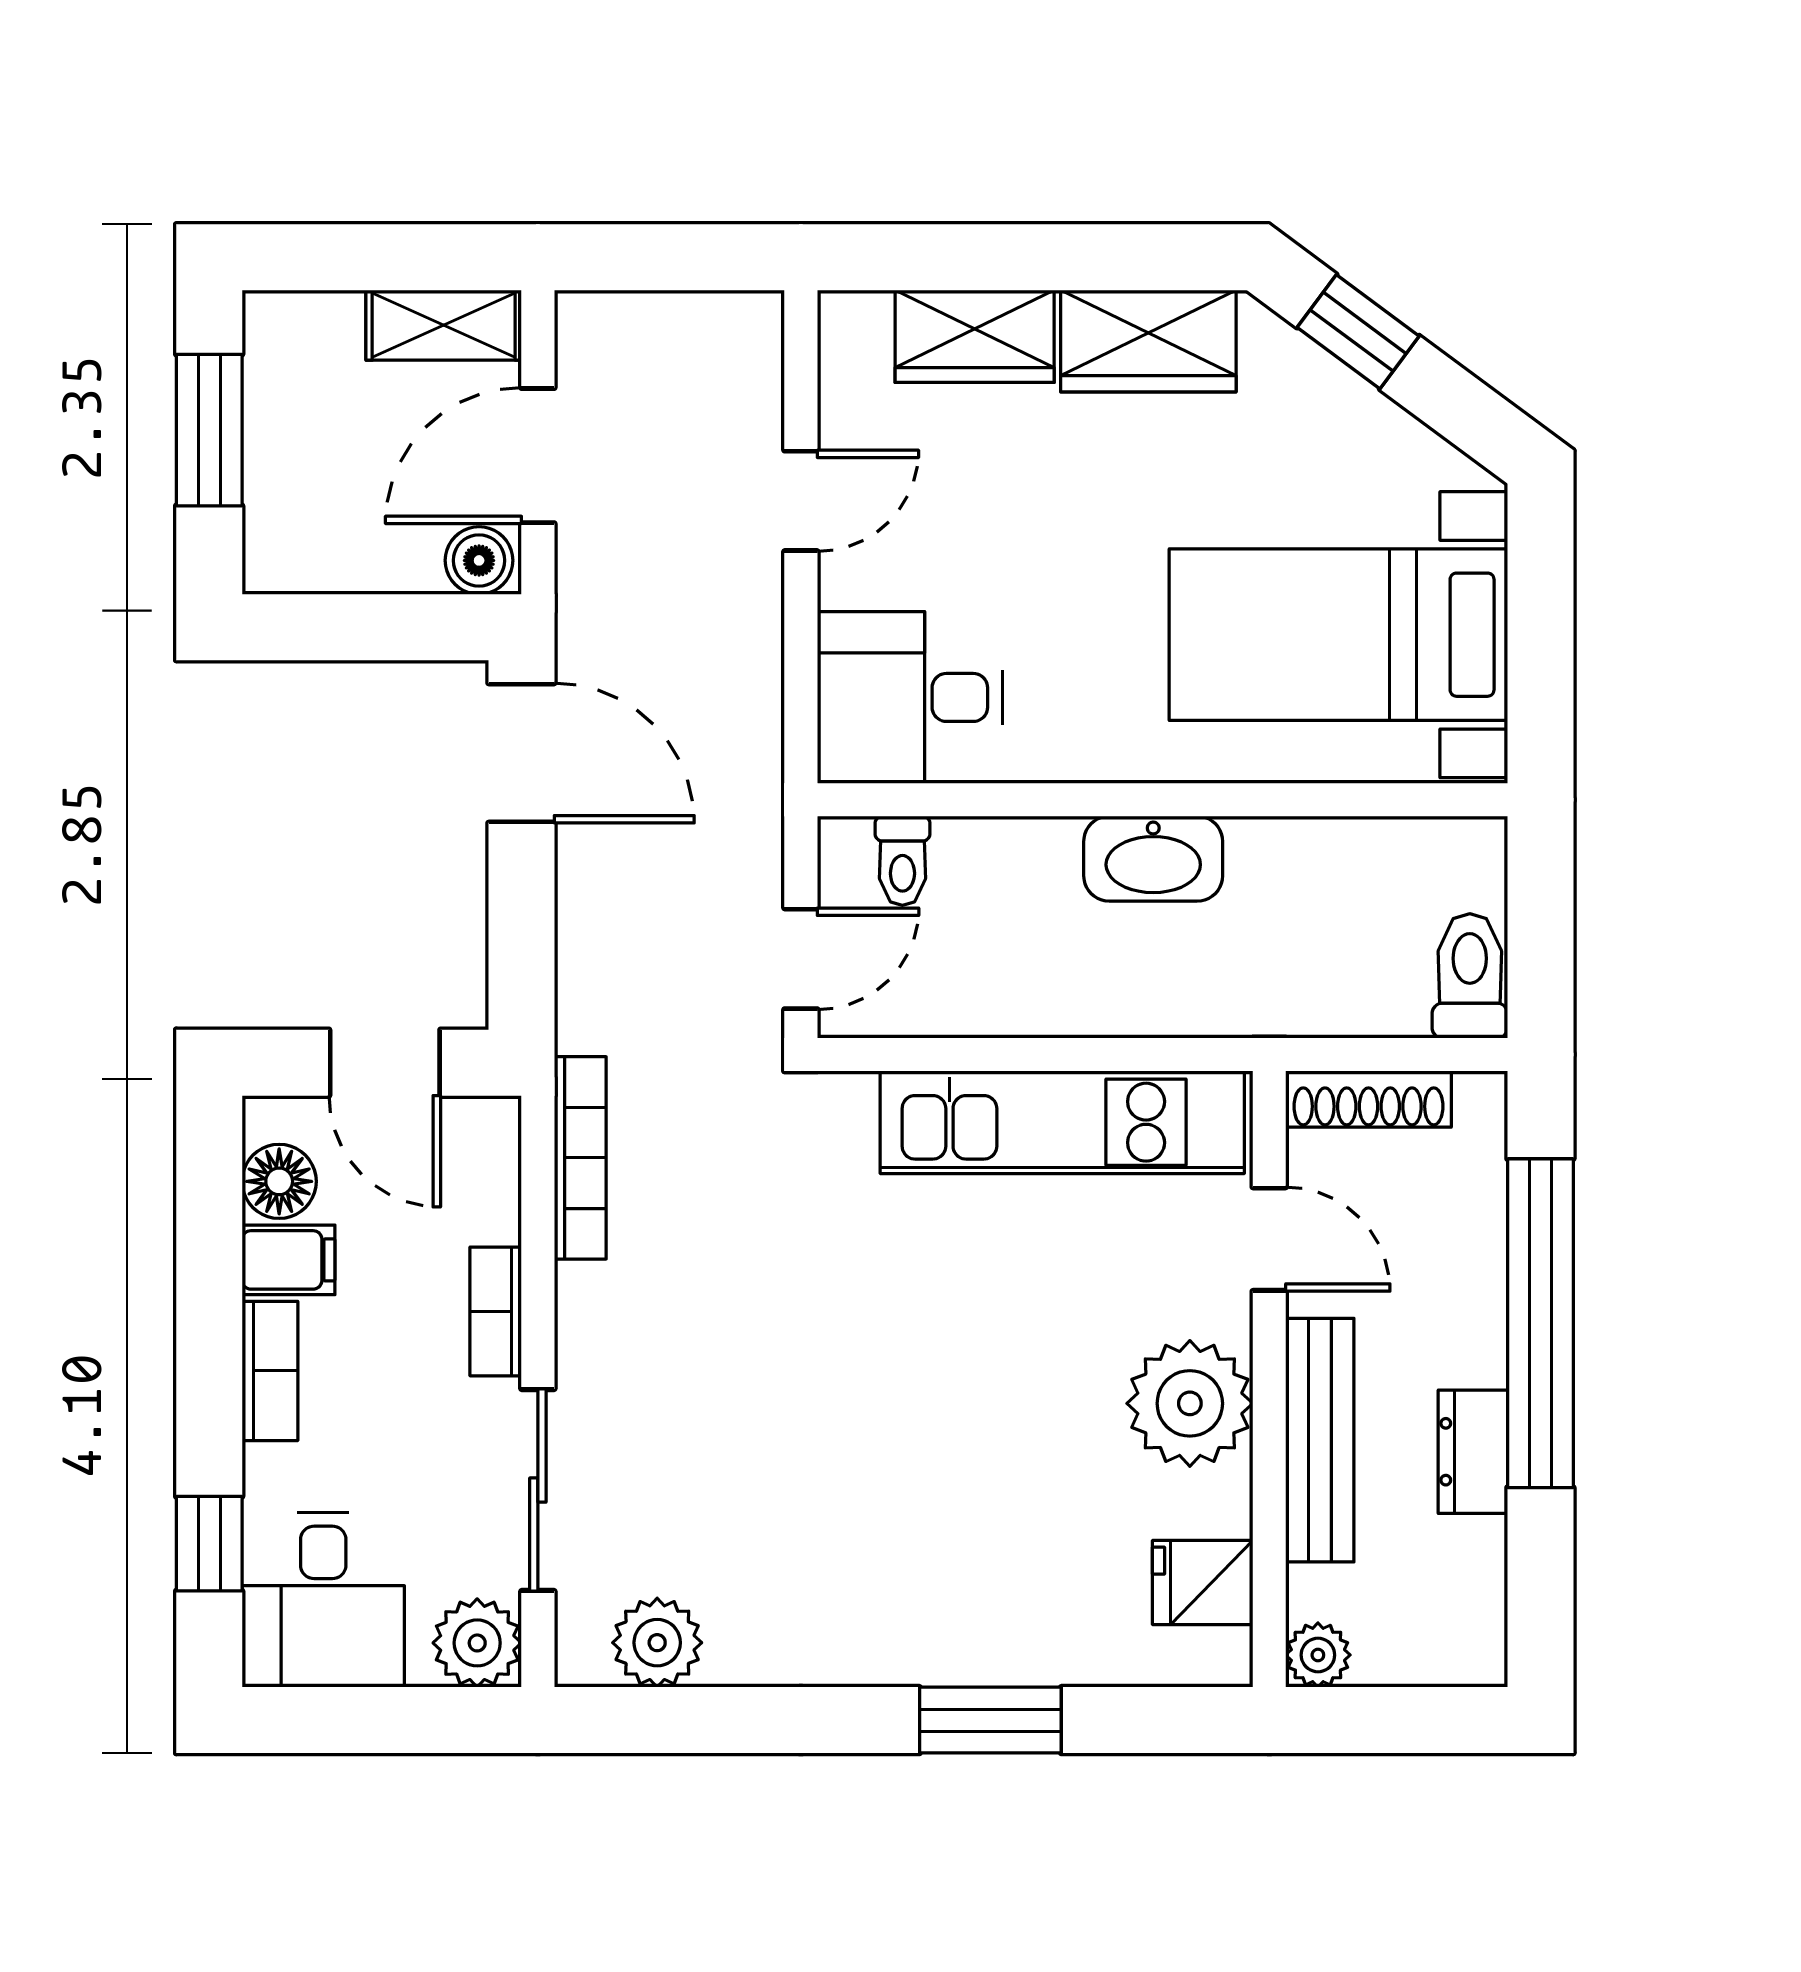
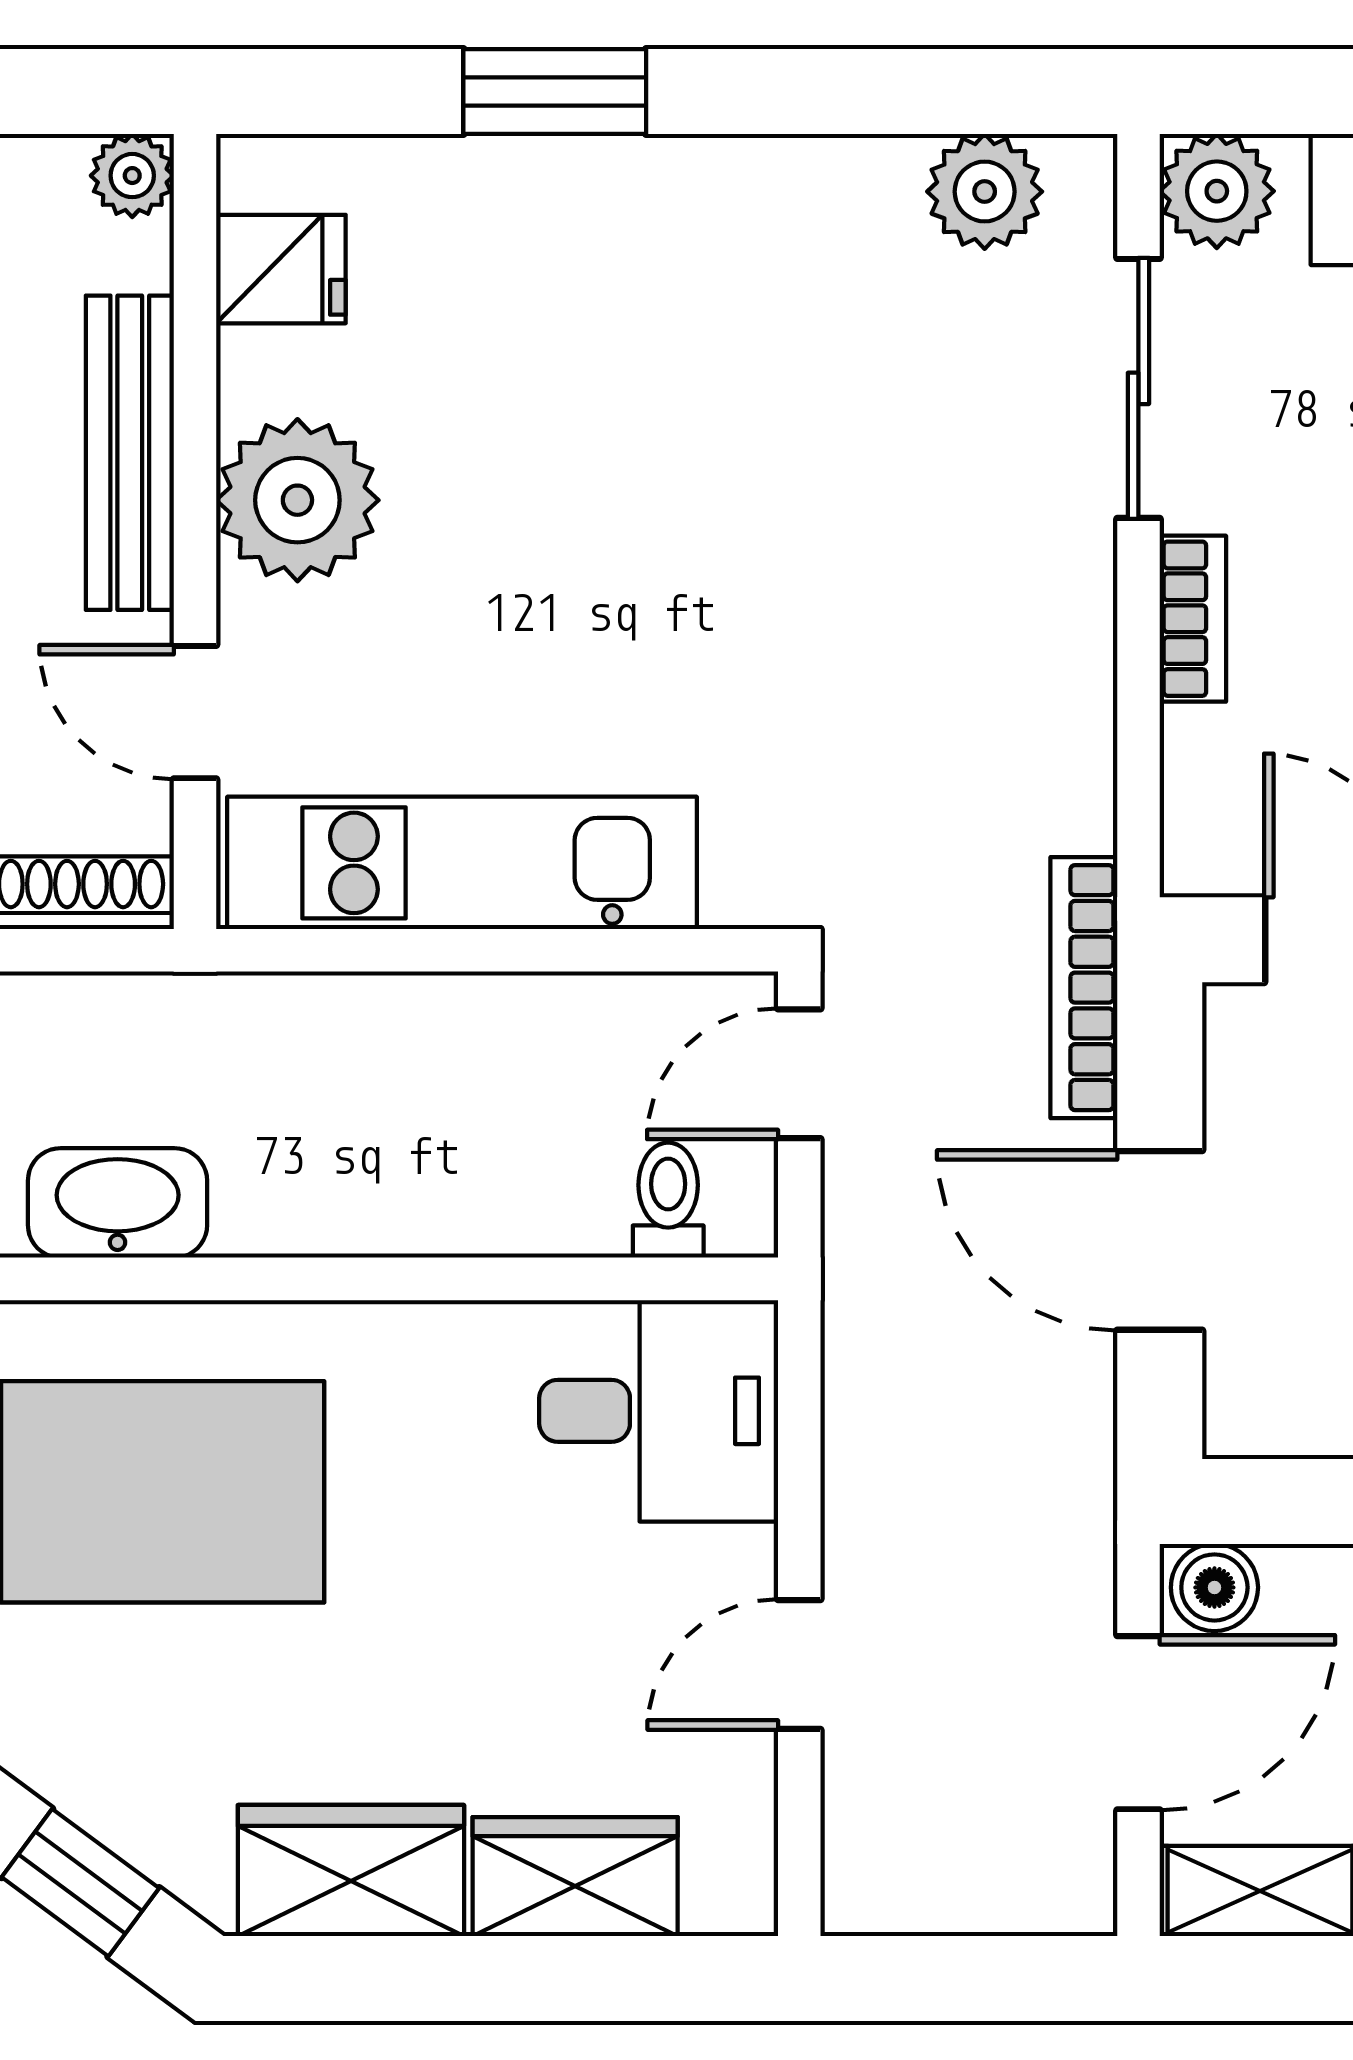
door: (521, 753) -> (1160, 1240), moved
washbasin: (1153, 859) -> (118, 1203), moved
bookcase: (580, 1158) -> (1084, 988), moved

